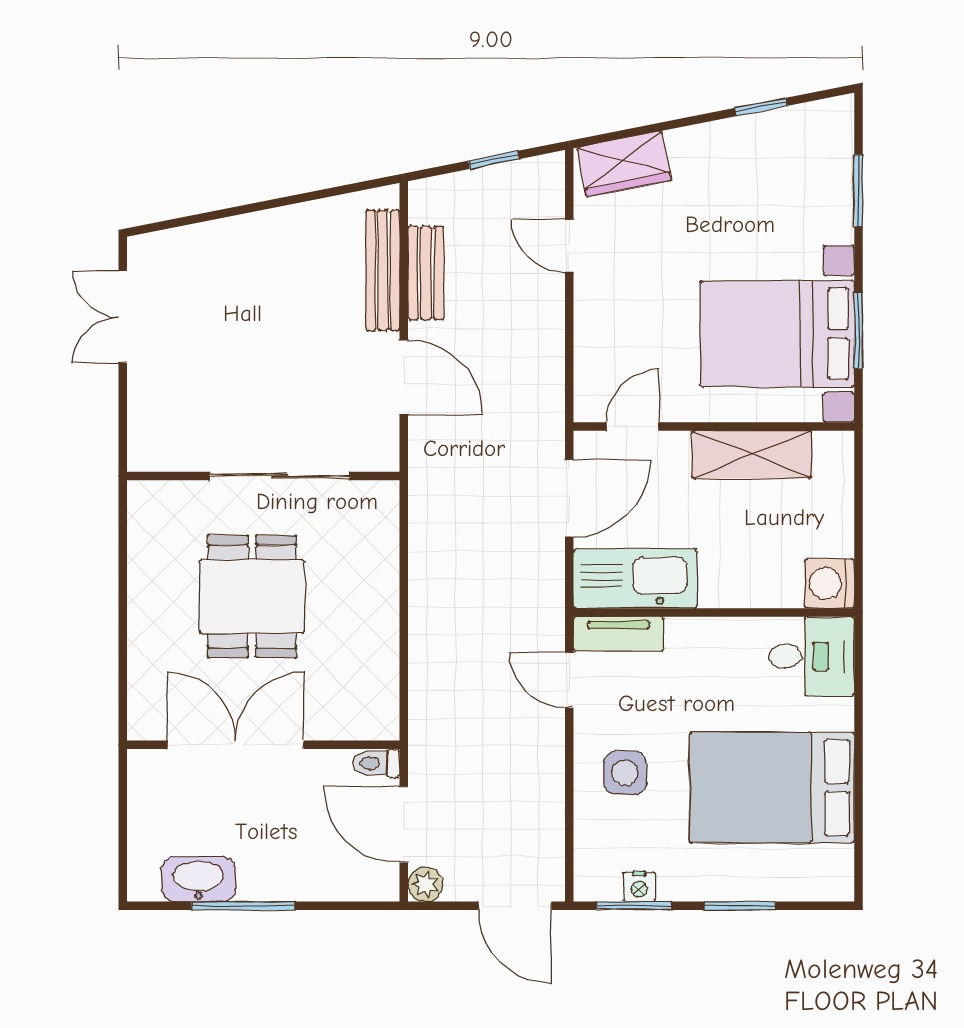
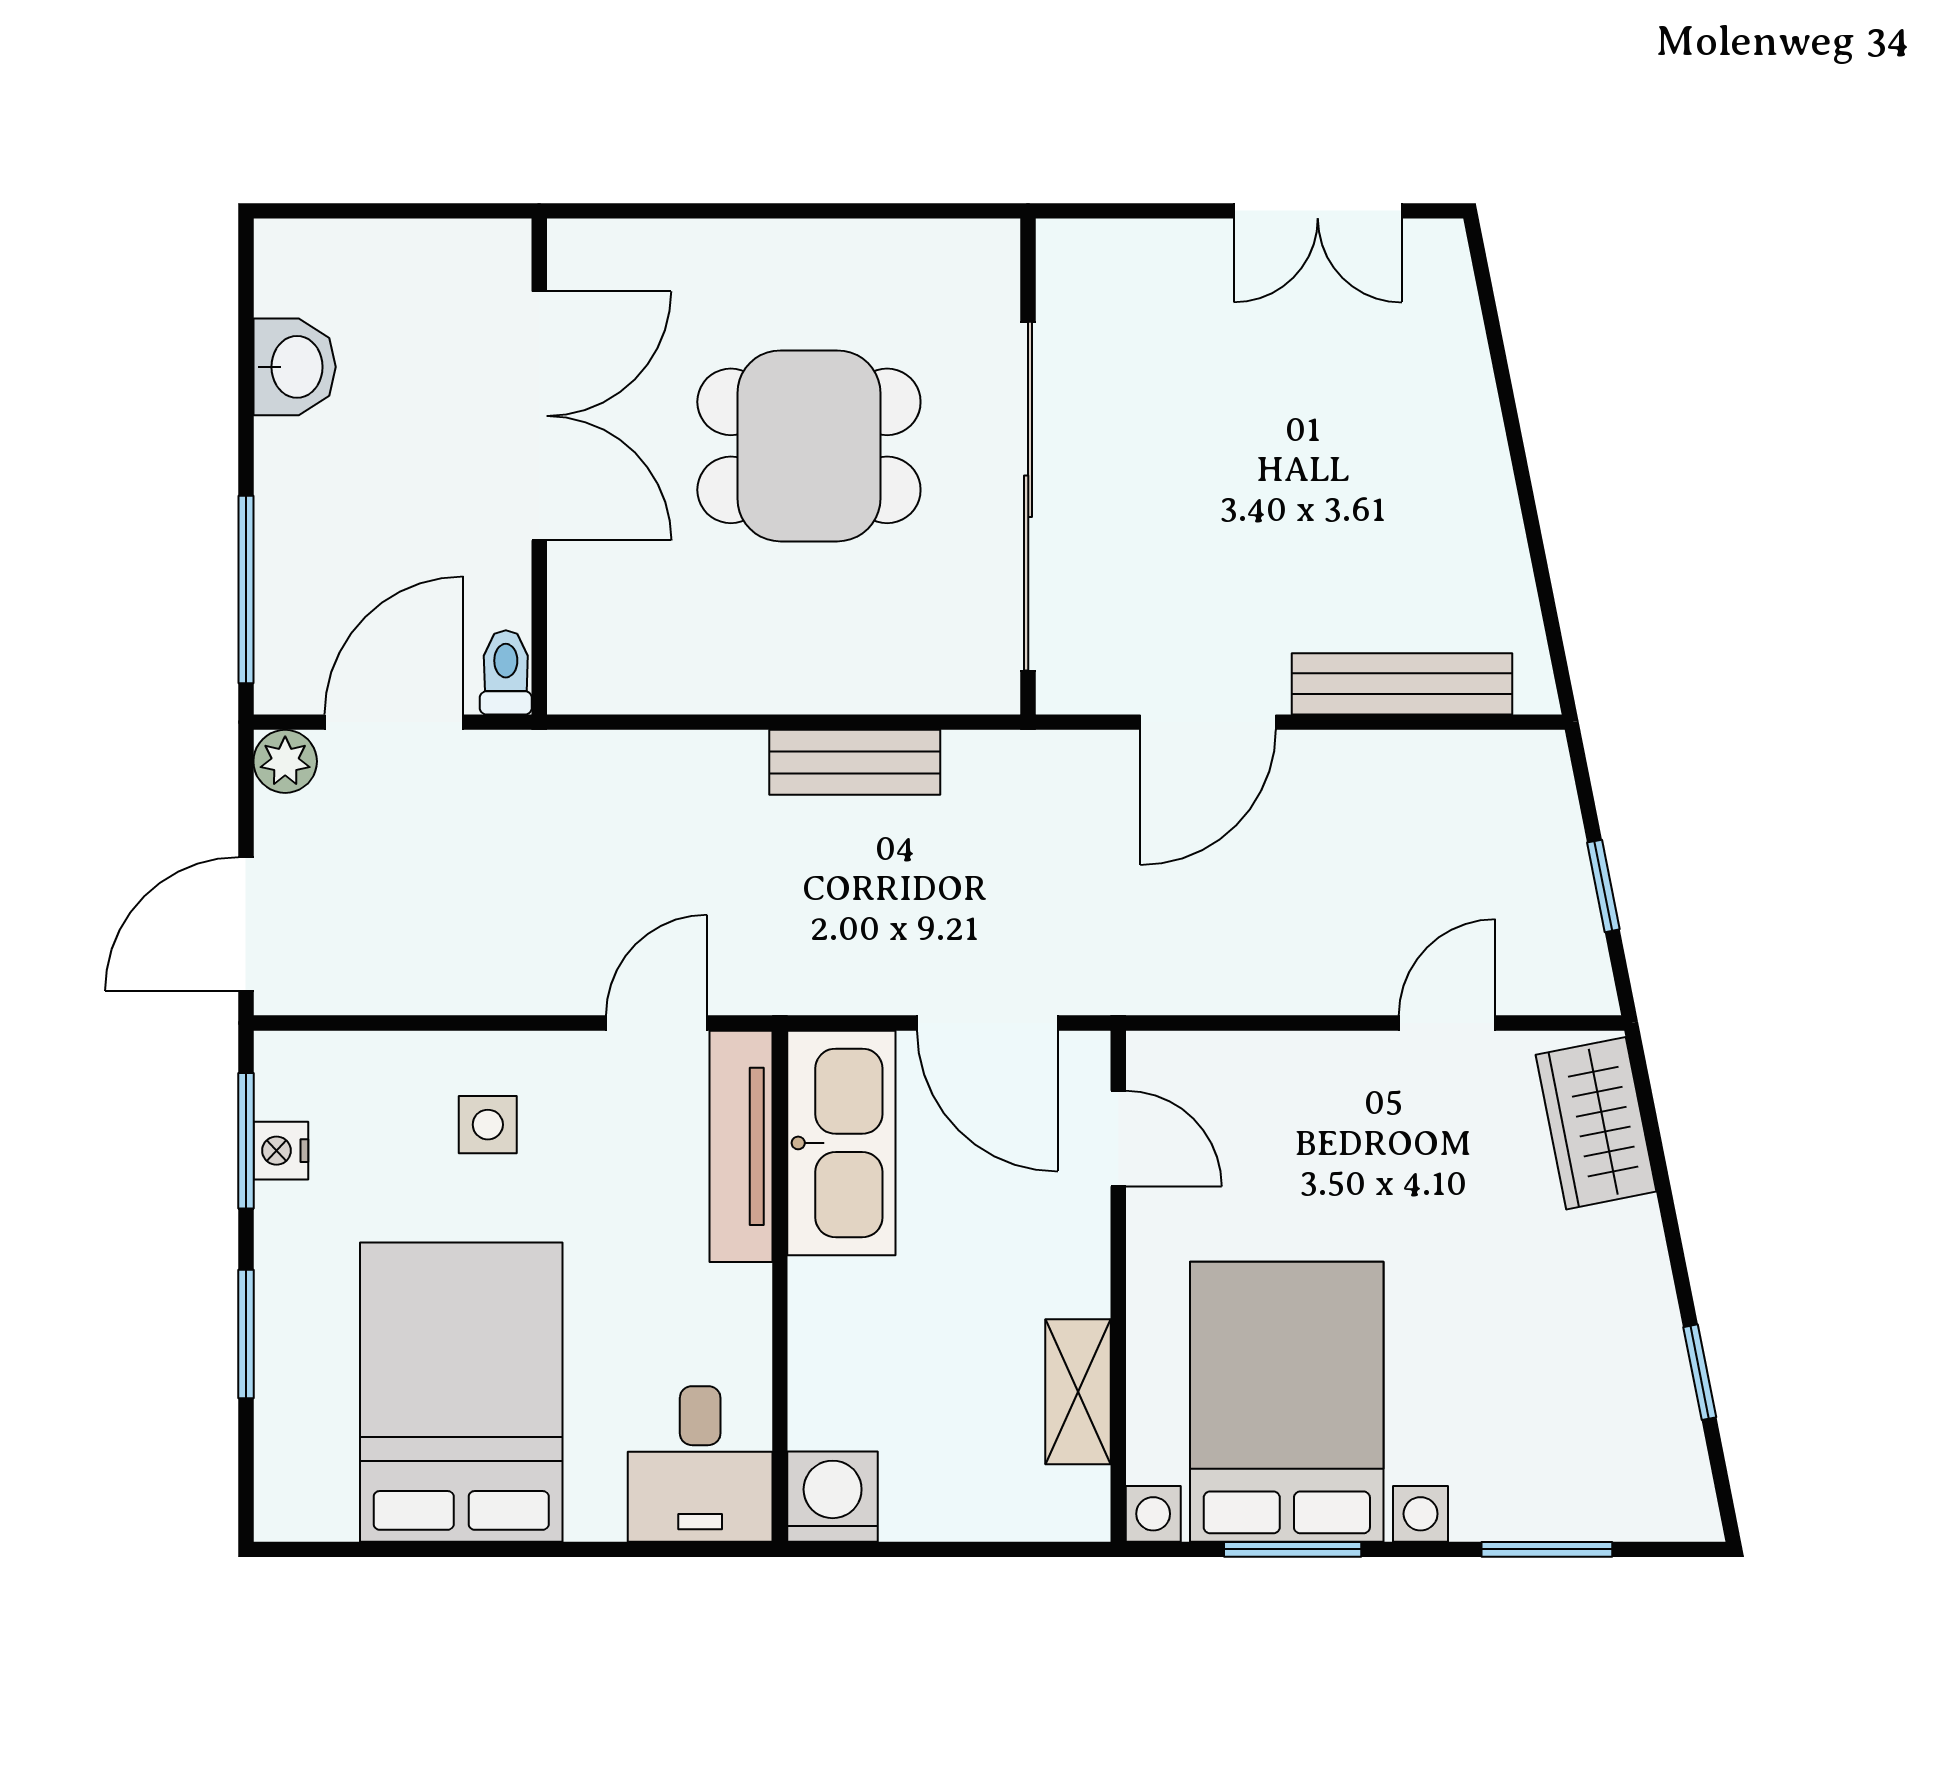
bench: (426, 273) -> (855, 762), moved
double door: (123, 317) -> (1318, 211), swing flipped
shelving: (752, 455) -> (1078, 1392), width x0.67, depth x0.75
sliding door: (280, 476) -> (1028, 496), width x1.36
tv unit: (618, 634) -> (741, 1146), width x1.41
side table: (625, 773) -> (488, 1125), width x0.73, depth x0.73
washbasin: (198, 879) -> (295, 367), width x0.72
window: (243, 906) -> (246, 589), moved

